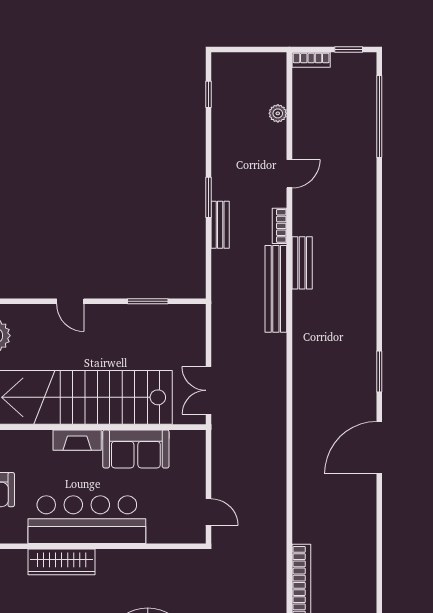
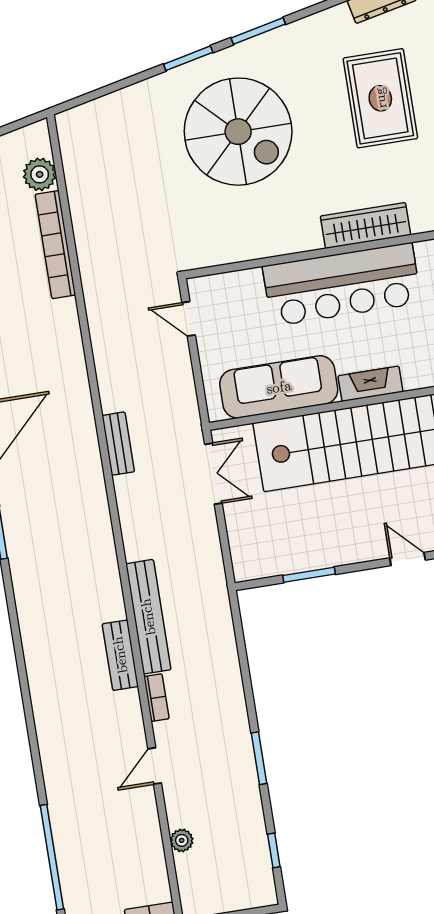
window: (208, 197) -> (259, 758), moved
bench: (220, 225) -> (118, 444), moved
sofa: (136, 449) -> (279, 387), width x1.36

